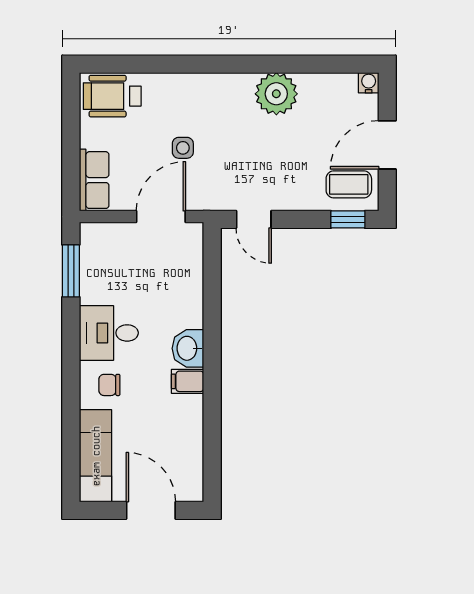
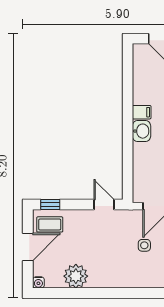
plant: (276, 94) -> (76, 276), moved

